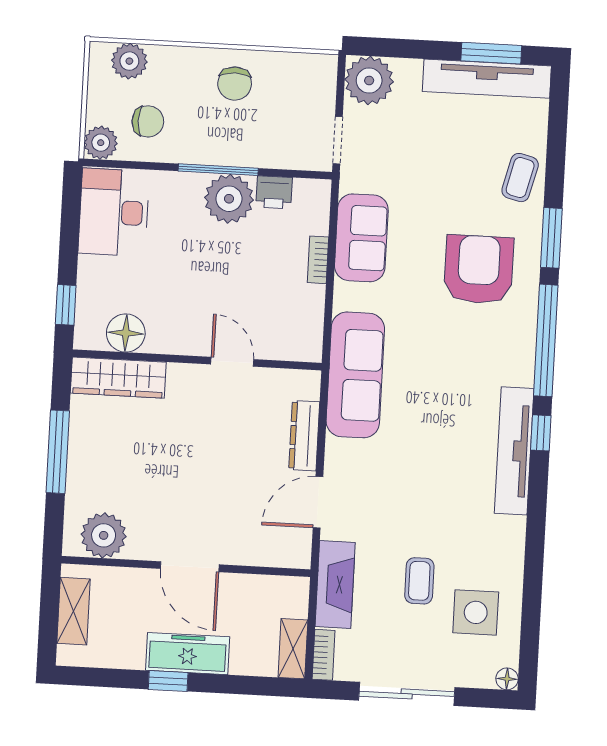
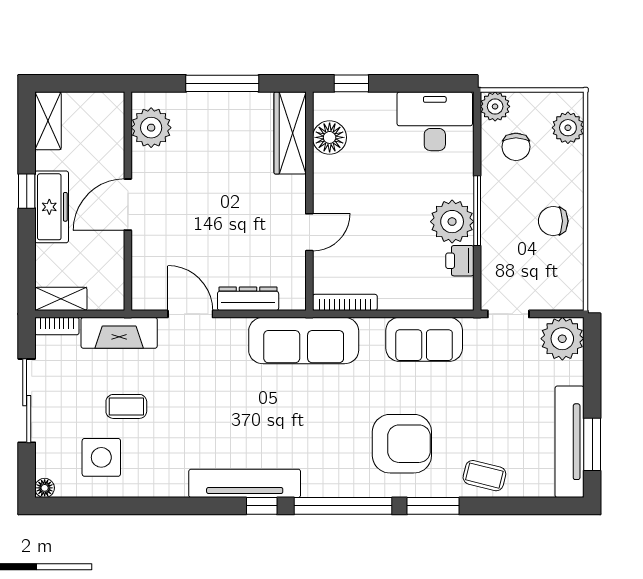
bookcase: (318, 260) -> (345, 302), moved, width x1.56
shelving: (73, 611) -> (48, 121), moved, turned 90

